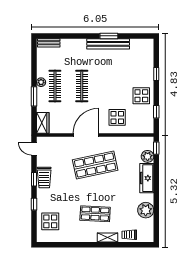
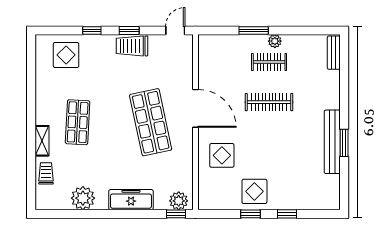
clothes rail: (55, 86) -> (269, 62), width x0.73
window: (156, 112) -> (251, 214), moved
wardrobe: (43, 123) -> (214, 44), removed
plant: (148, 156) -> (179, 201), moved

